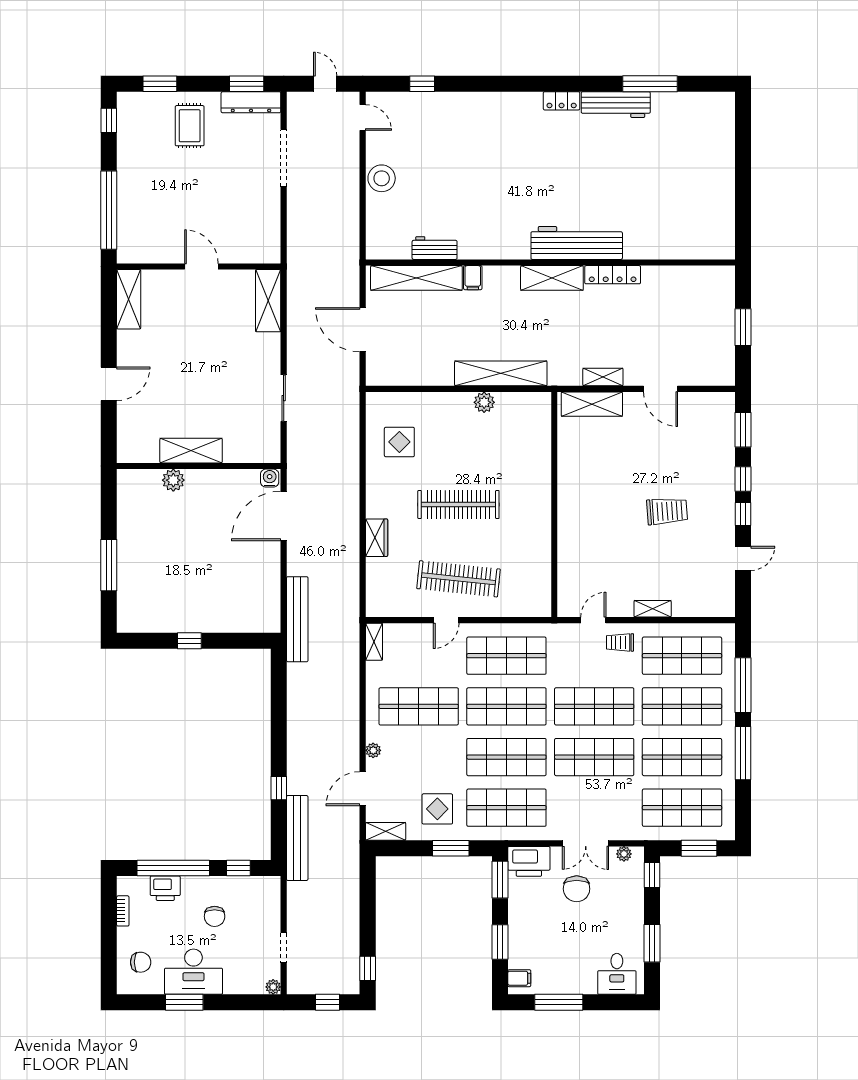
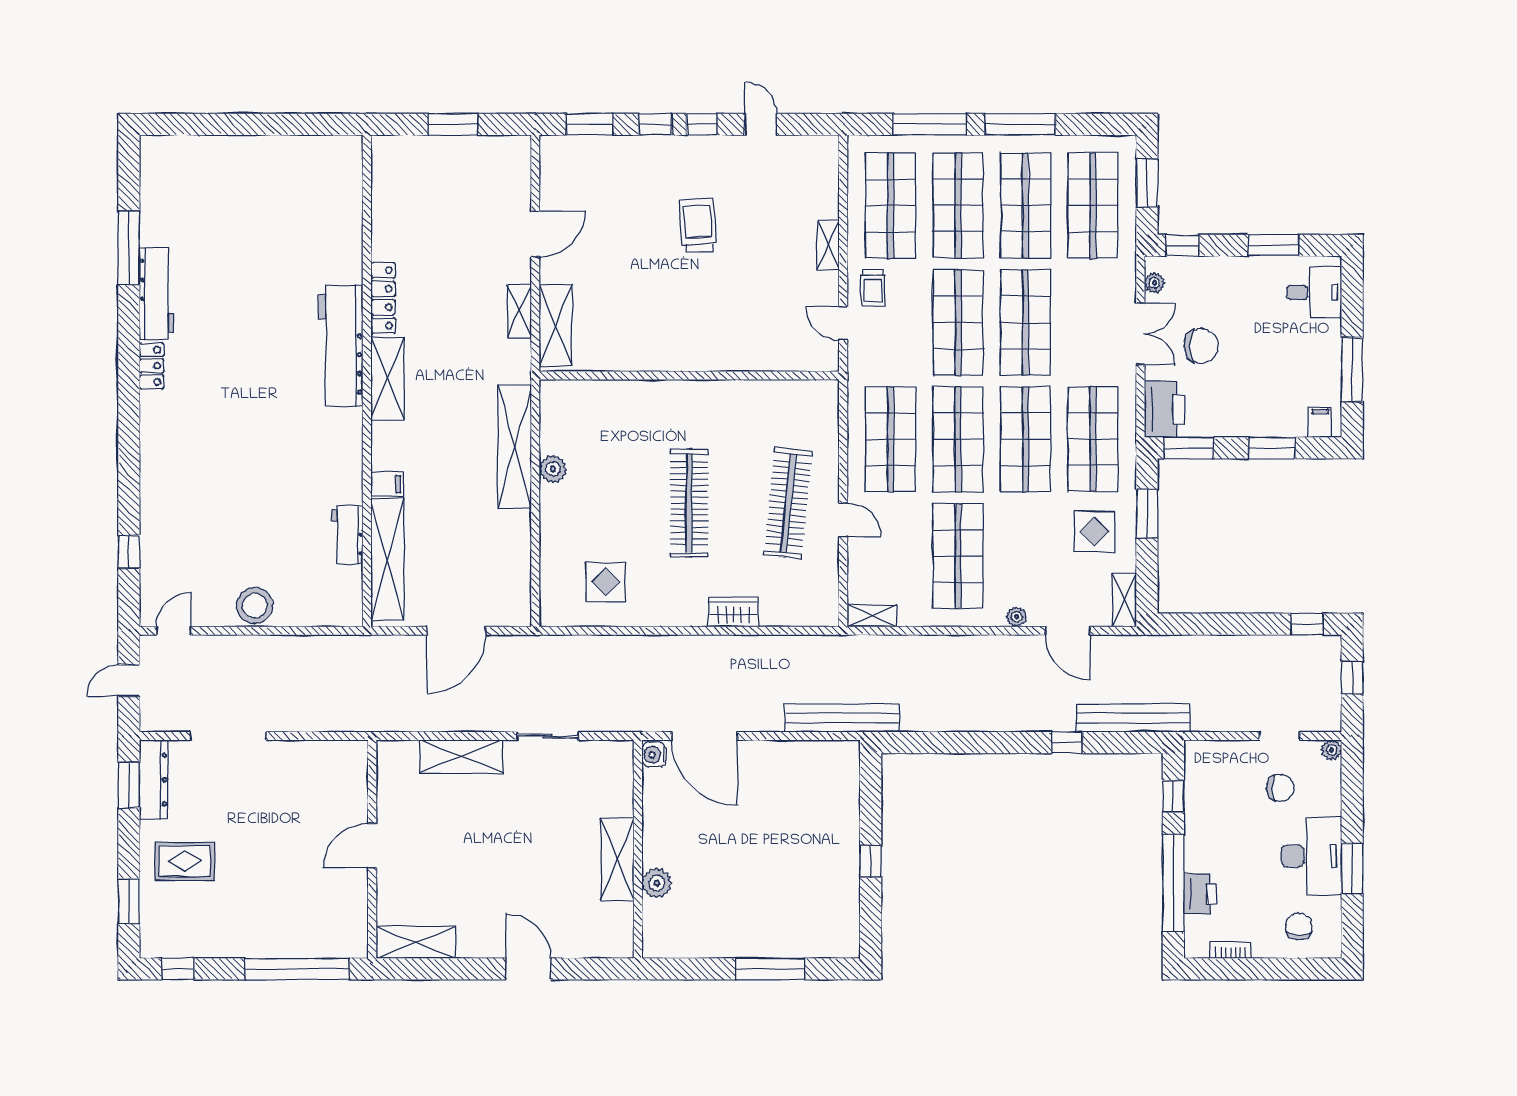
shelving: (268, 301) -> (461, 757), moved
chair: (215, 916) -> (1280, 788), moved

